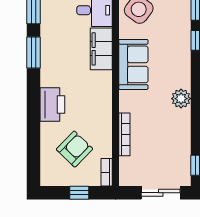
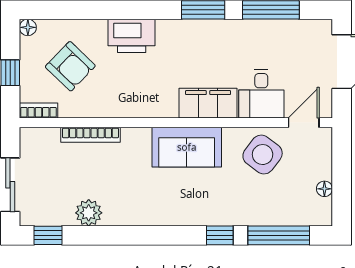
plant: (181, 99) -> (89, 213), moved
floor lamp: (46, 180) -> (28, 27), added

